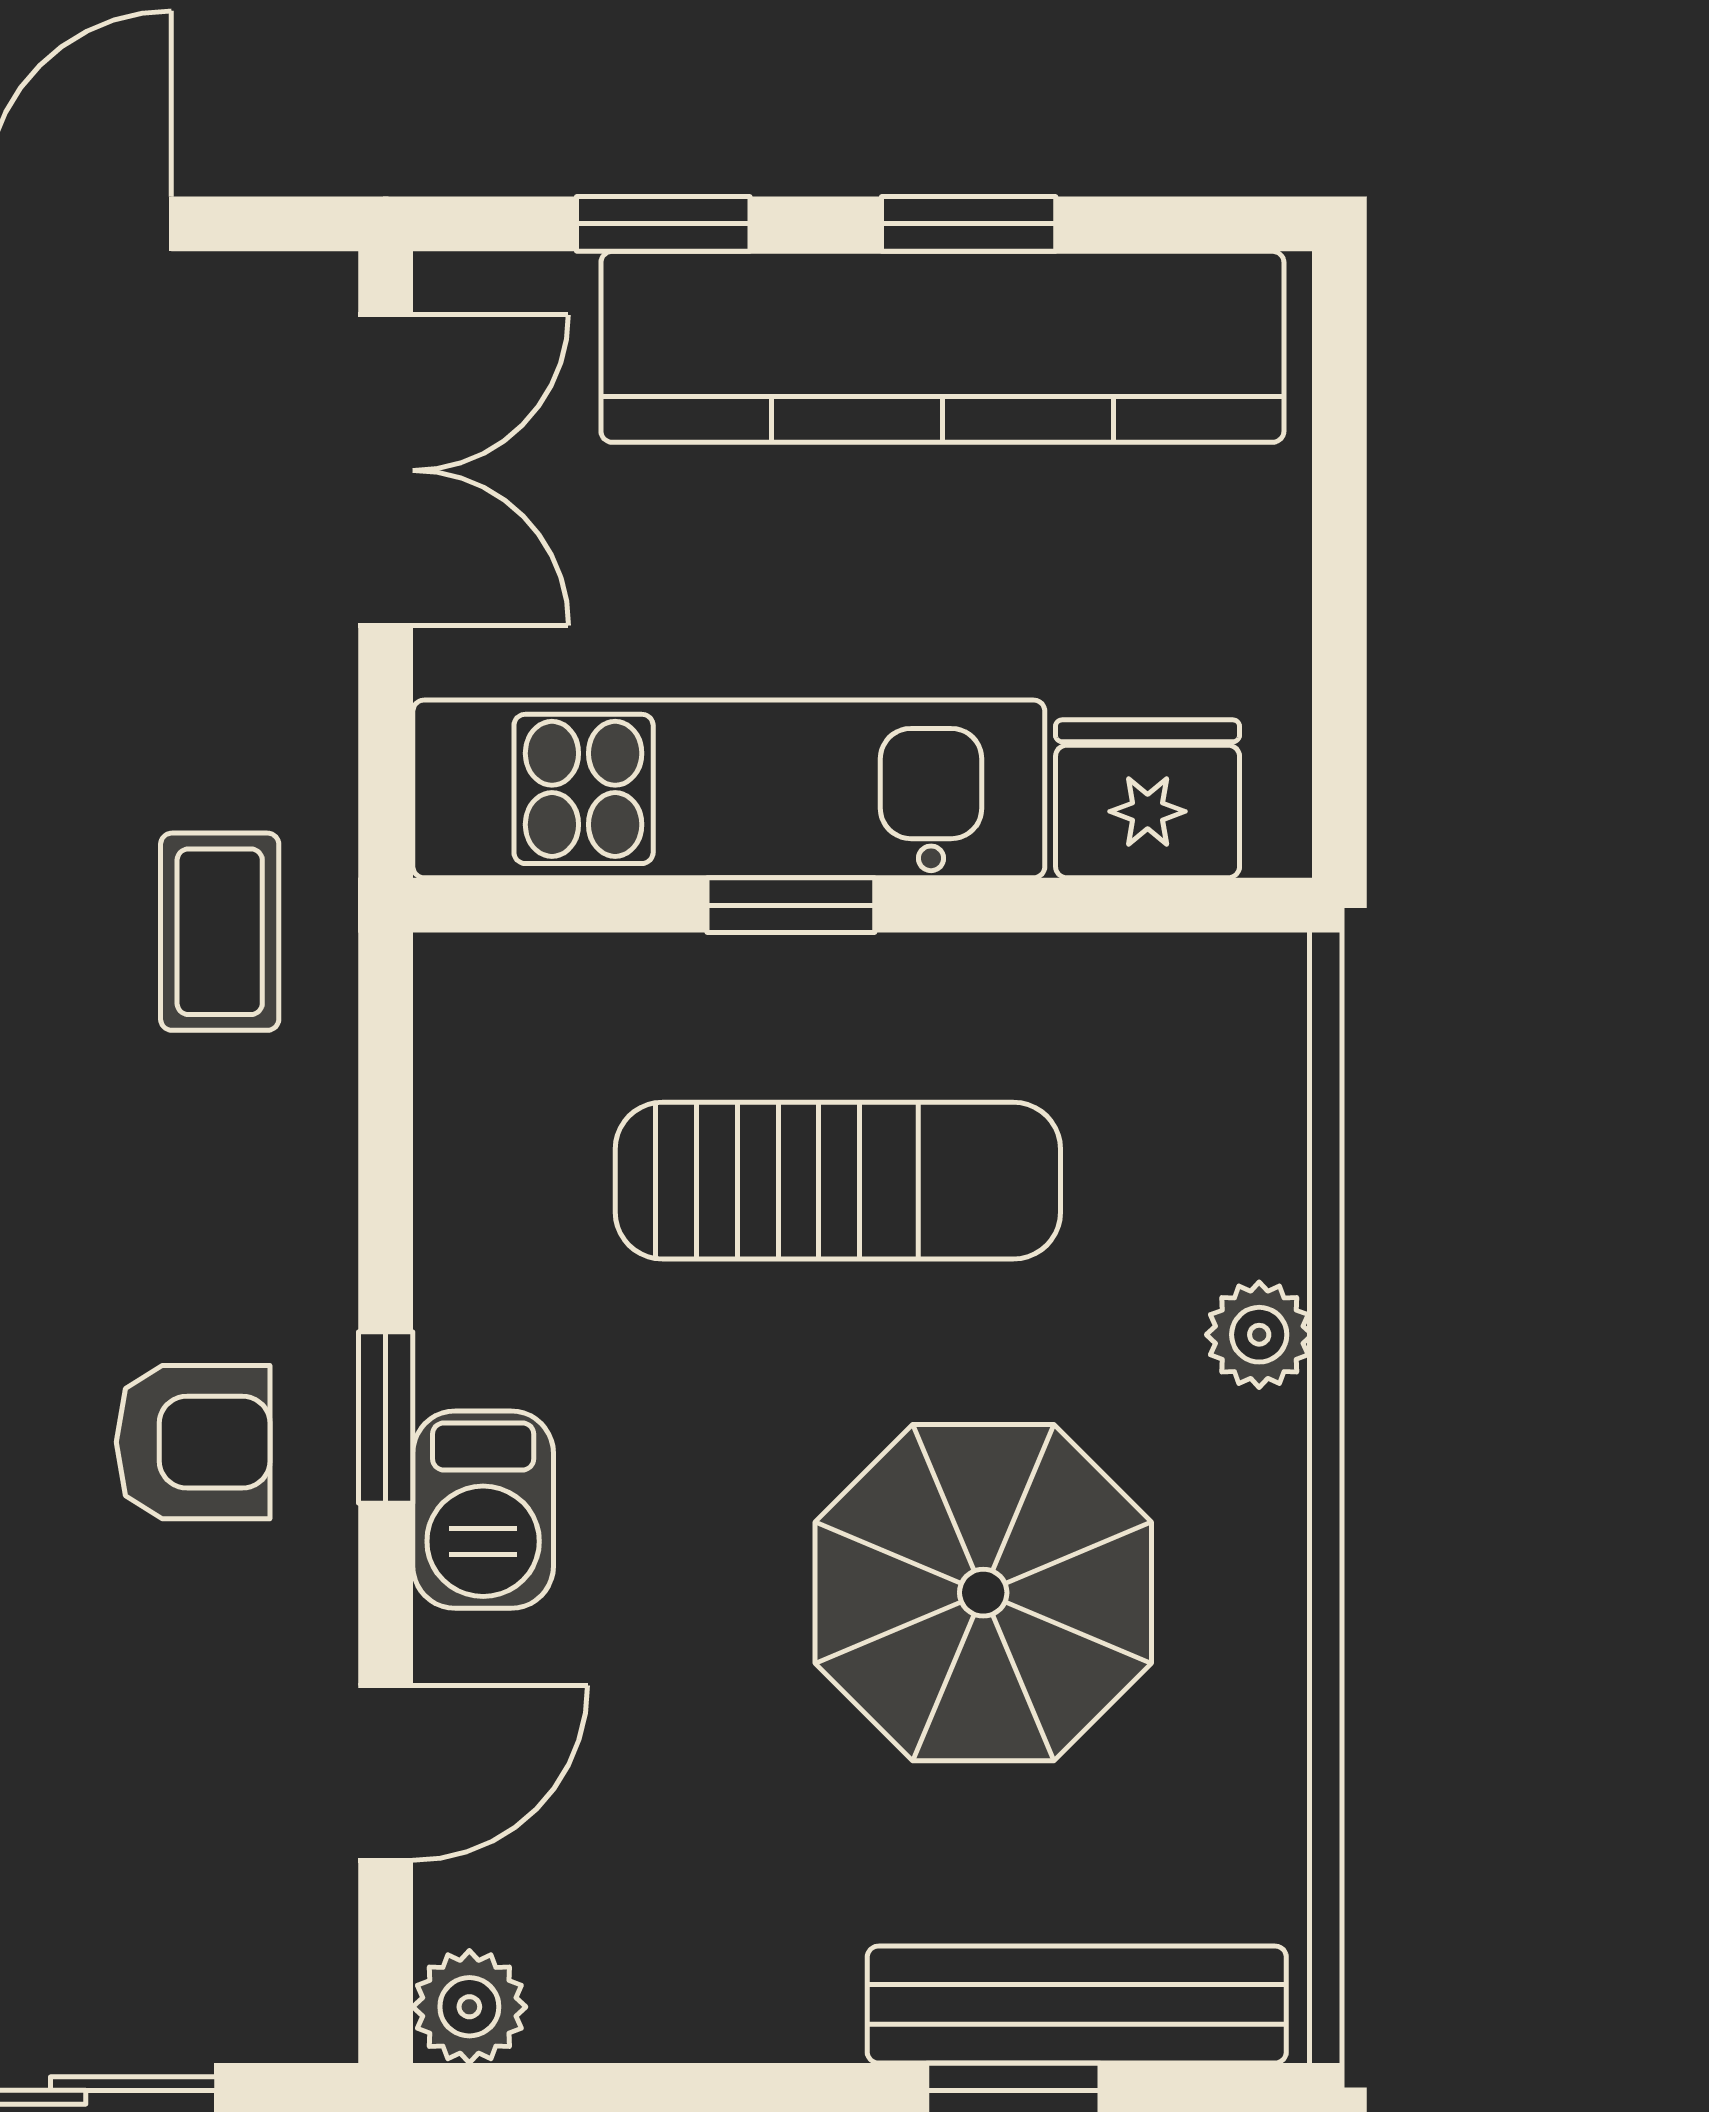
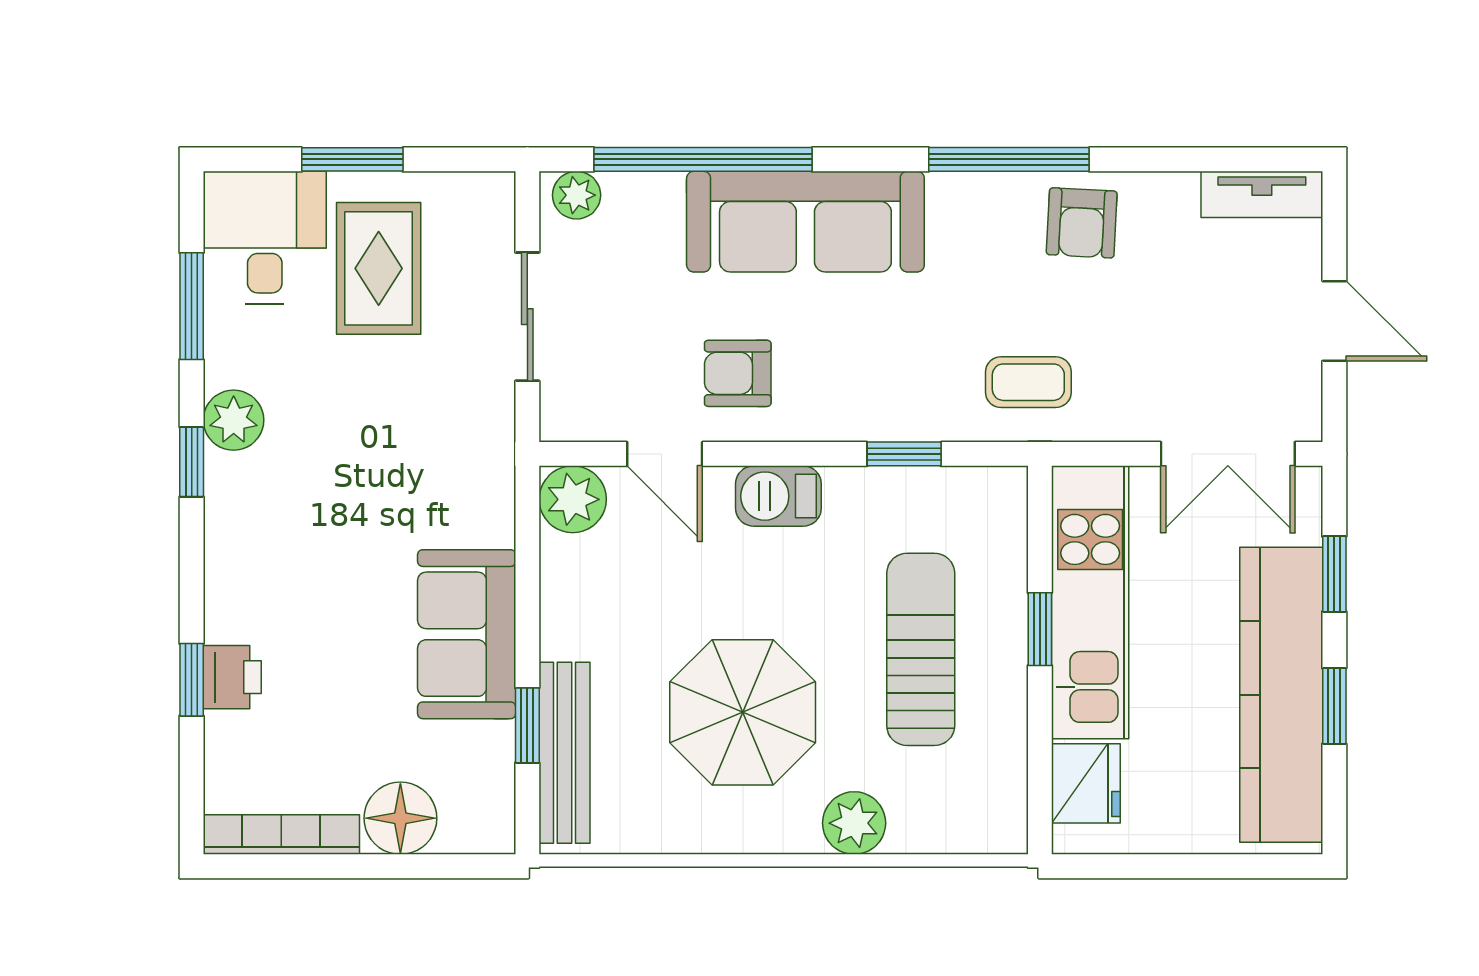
sun lounger: (838, 1181) -> (921, 649), turned 180
plant: (1259, 1335) -> (854, 823), width x1.38, depth x1.38
window: (386, 1418) -> (904, 454), moved
armchair: (193, 1442) -> (738, 373), moved, turned 90
plant: (469, 2007) -> (573, 499), width x1.38, depth x1.38

